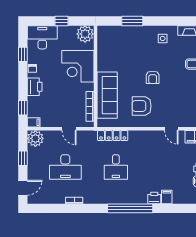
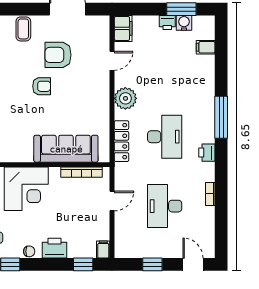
armchair: (142, 106) -> (58, 55), moved, turned 90
plant: (35, 138) -> (125, 98), moved
desk: (65, 167) -> (165, 206), turned 180
desk: (116, 167) -> (165, 137), width x1.37
filing cabinet: (167, 197) -> (206, 47), moved
printer: (154, 198) -> (207, 153), moved
window: (130, 208) -> (221, 117), width x0.68

